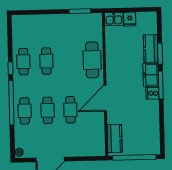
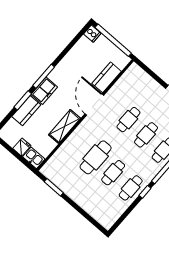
cafe table: (92, 60) -> (96, 157), moved
shelving: (112, 62) -> (64, 127), added
cooker: (152, 93) -> (92, 34), moved
door: (105, 98) -> (94, 105), swing flipped
kitchen counter: (115, 138) -> (107, 77), moved

